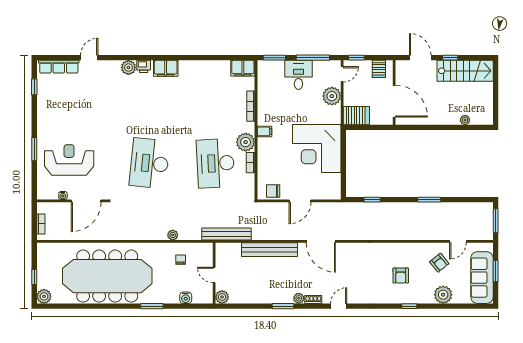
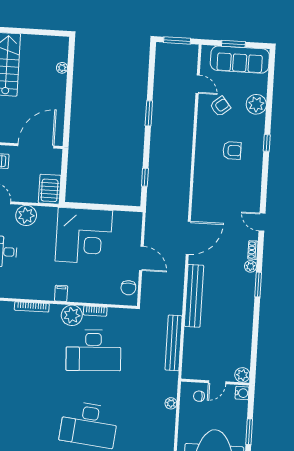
wall: (214, 273) -> (215, 382), moved
door: (214, 275) -> (217, 382), moved
plant: (222, 297) -> (242, 375), moved

